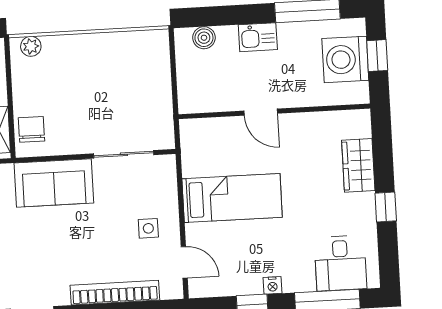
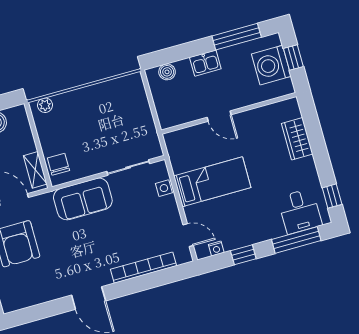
window: (386, 207) -> (332, 196), moved
side table: (148, 228) -> (164, 188), moved
nightstand: (273, 285) -> (216, 248), moved

